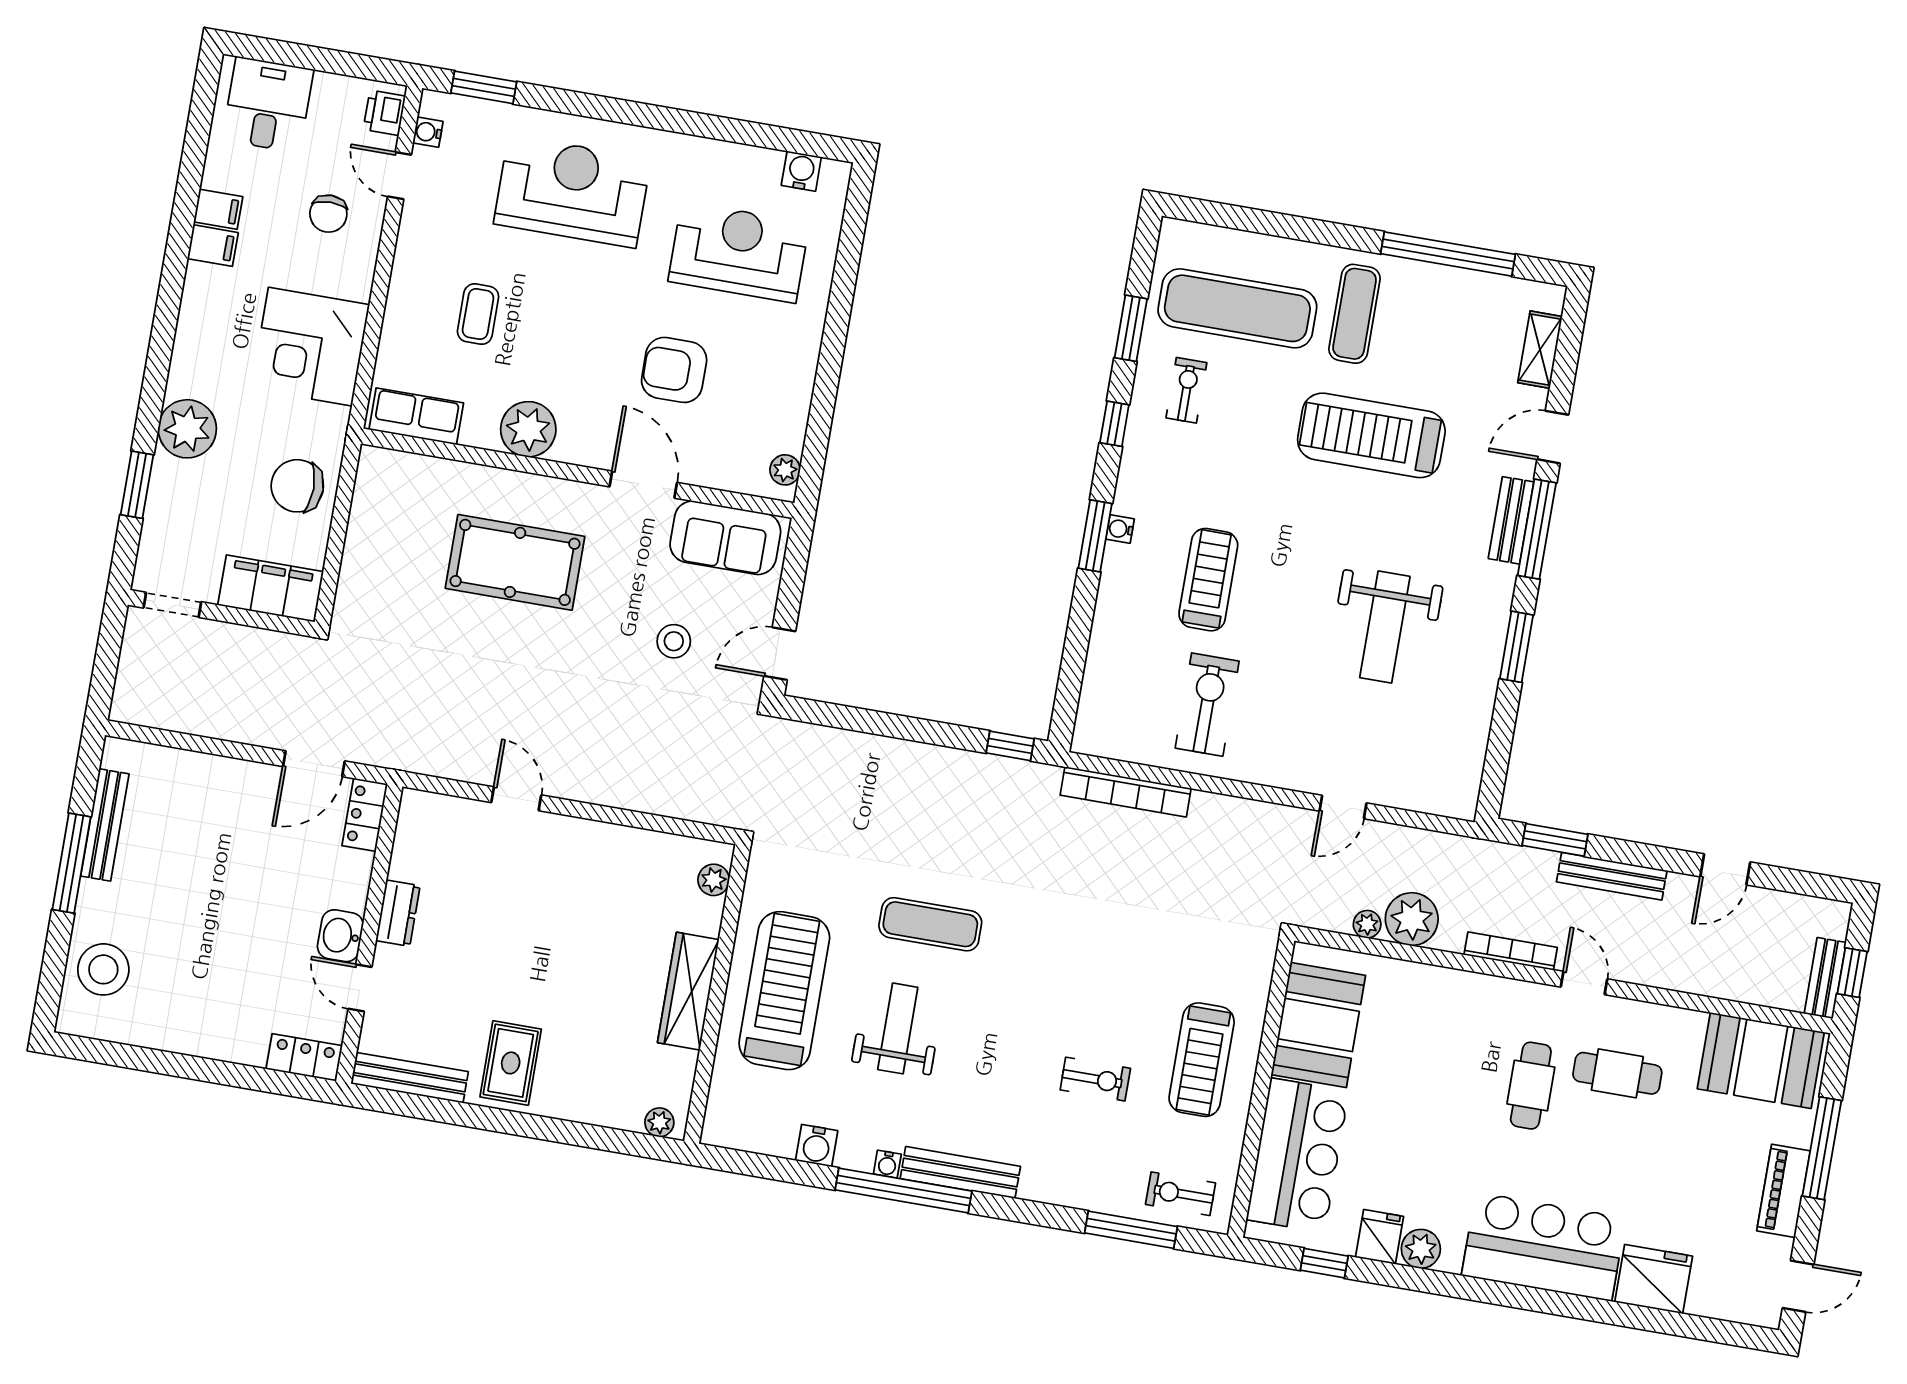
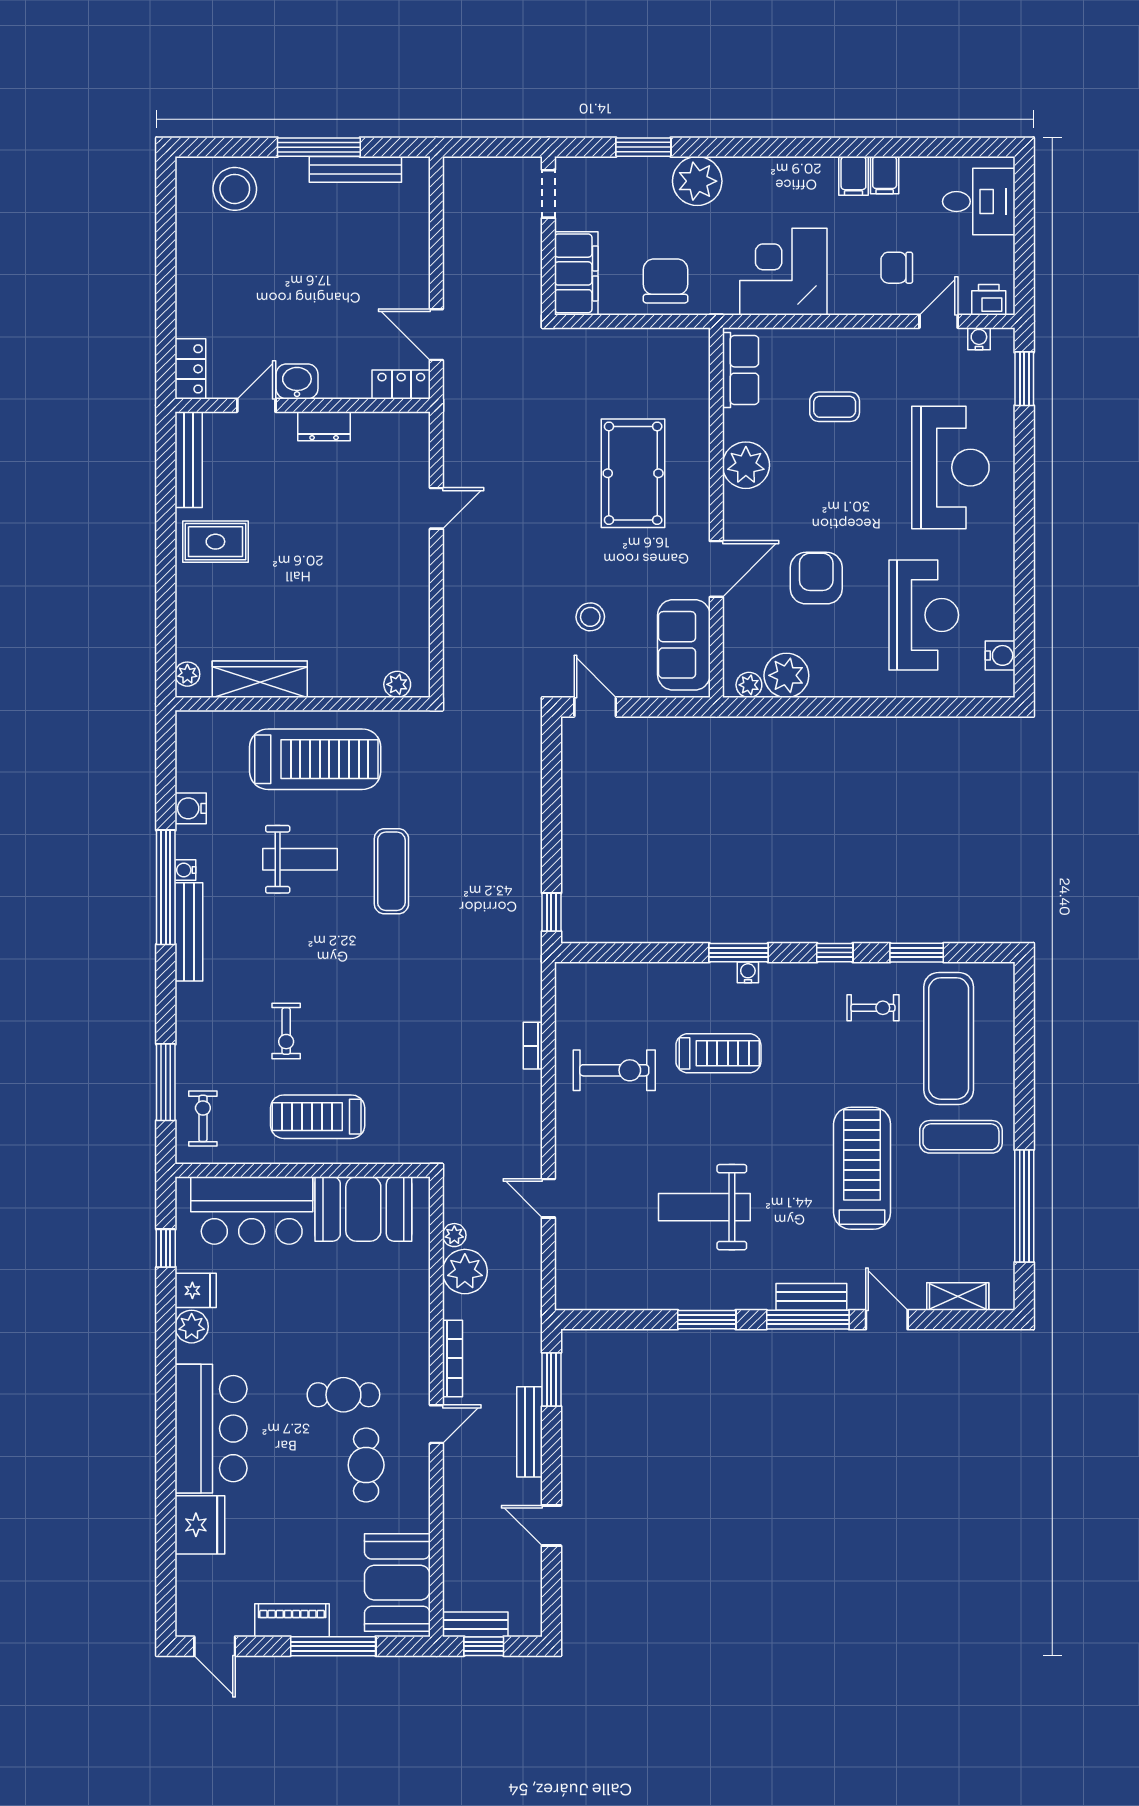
plant: (782, 424) -> (786, 675), added
bookcase: (1126, 792) -> (533, 1046), width x0.43, depth x0.76
wardrobe: (688, 991) -> (260, 679), moved

